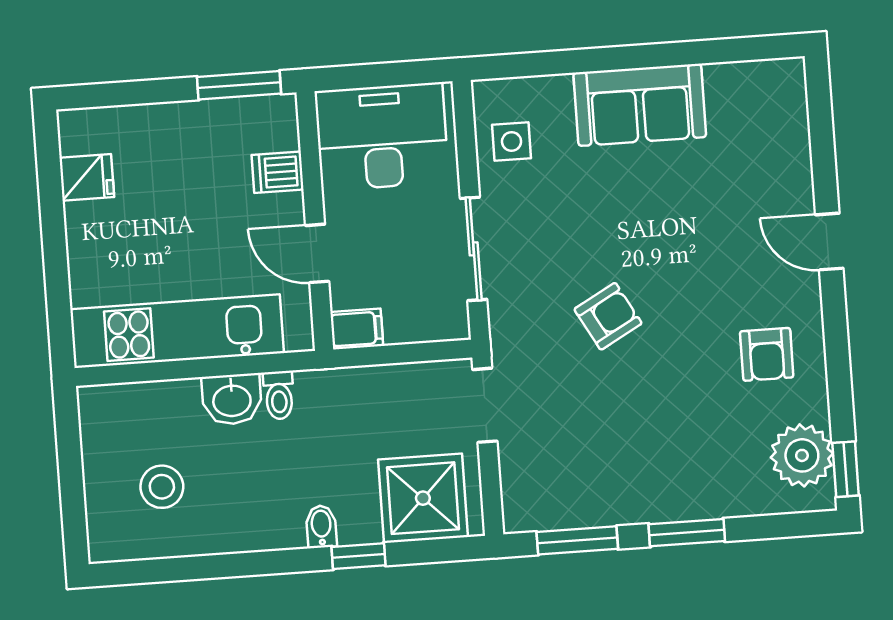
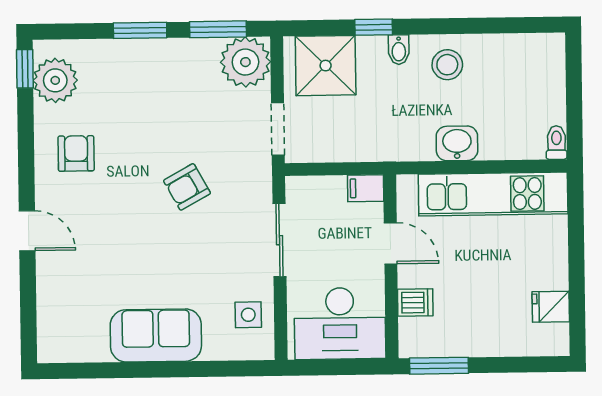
toilet: (279, 395) -> (556, 143), moved
stool: (162, 487) -> (447, 65), moved
plant: (536, 497) -> (245, 62), added

